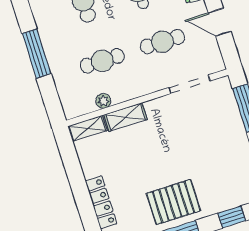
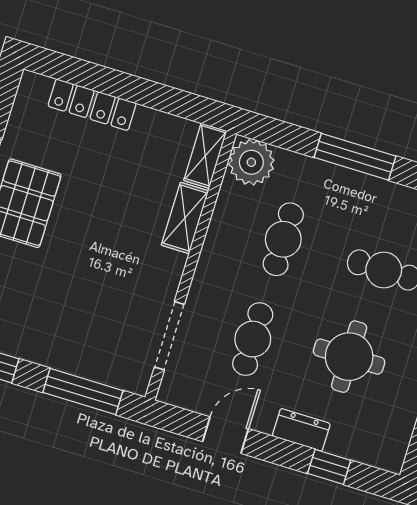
plant: (103, 101) -> (251, 162), moved, width x1.88, depth x1.88

